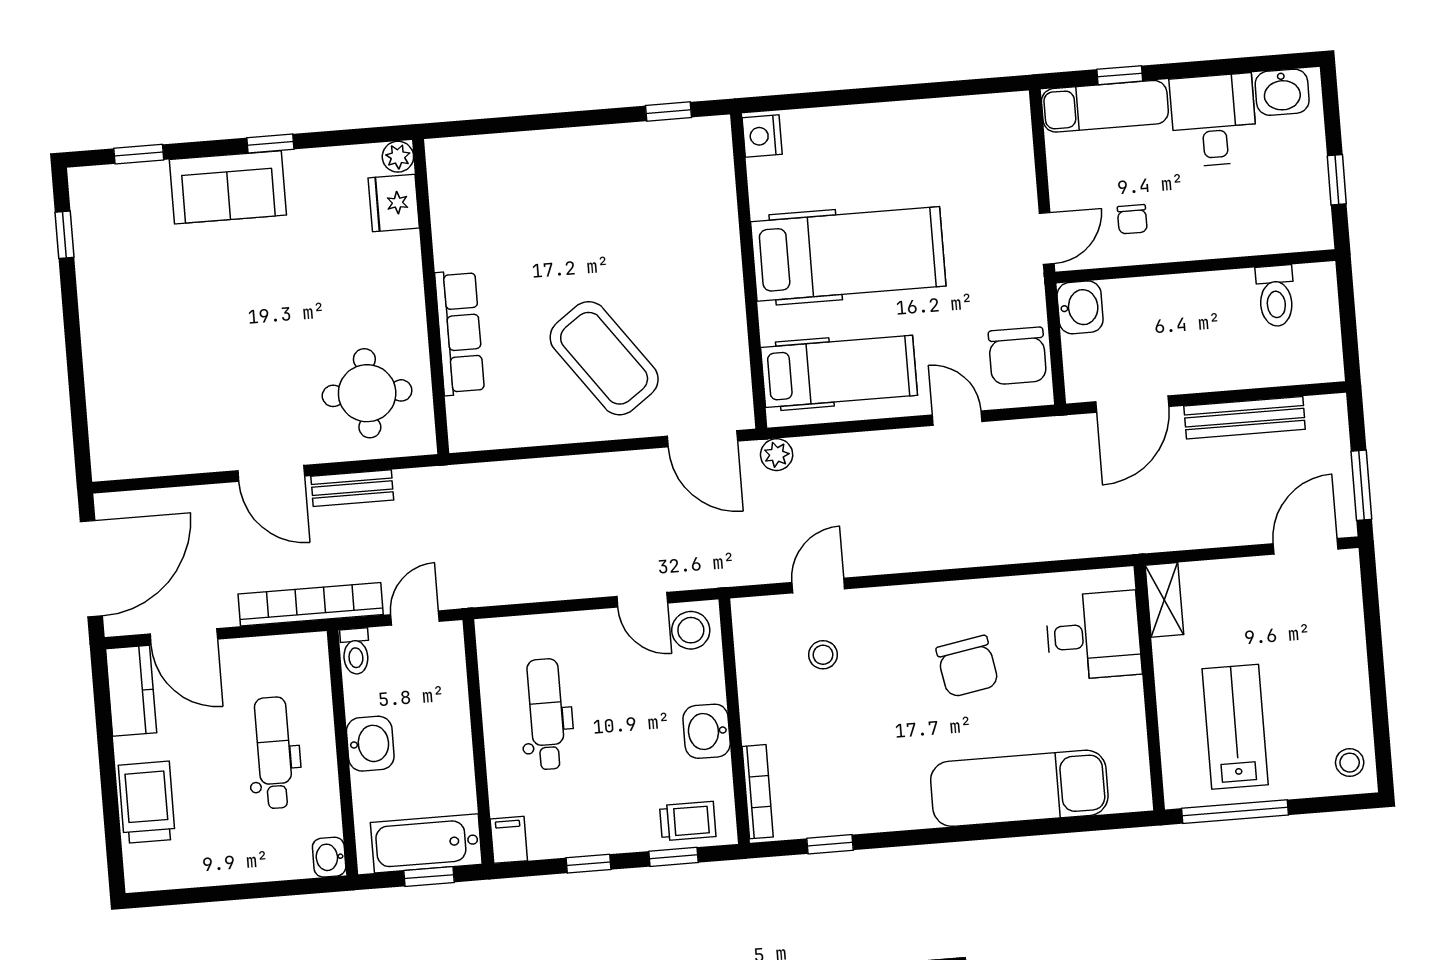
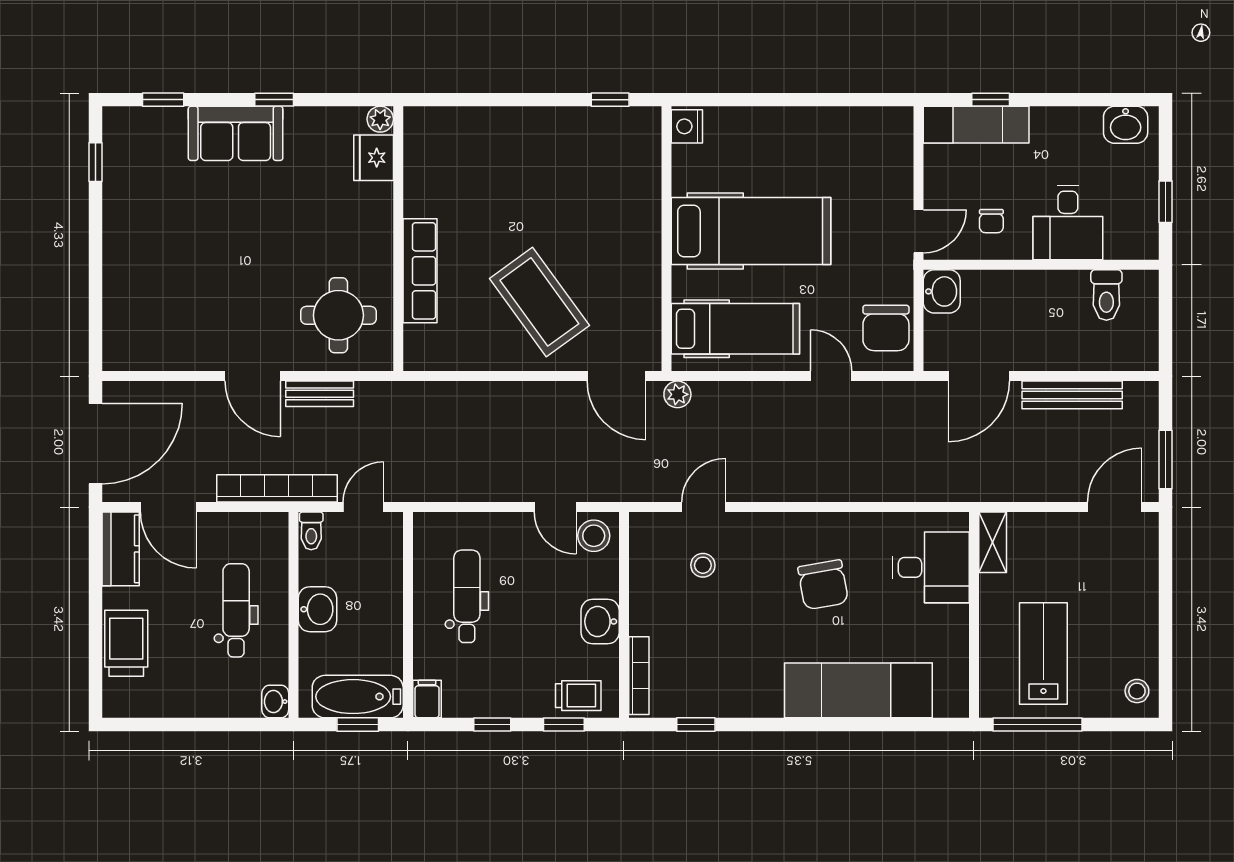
desk: (1214, 120) -> (1068, 222), moved, turned 180

